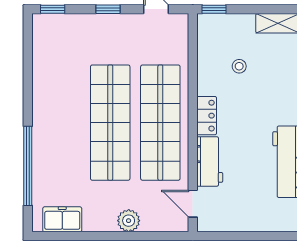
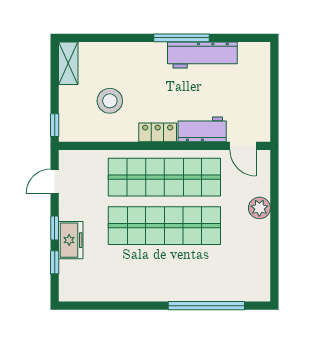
window: (53, 9) -> (55, 262), moved
stool: (239, 66) -> (110, 101), width x1.89, depth x1.89
door: (193, 204) -> (243, 146), hinge flipped
freezer: (62, 219) -> (71, 240), moved, turned 180

